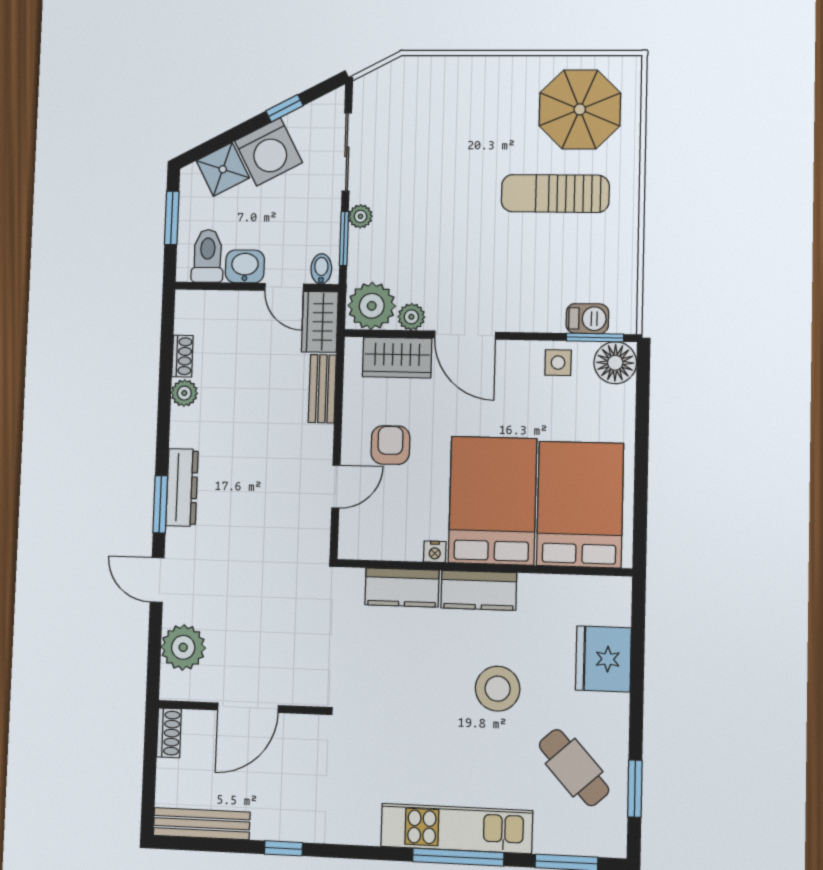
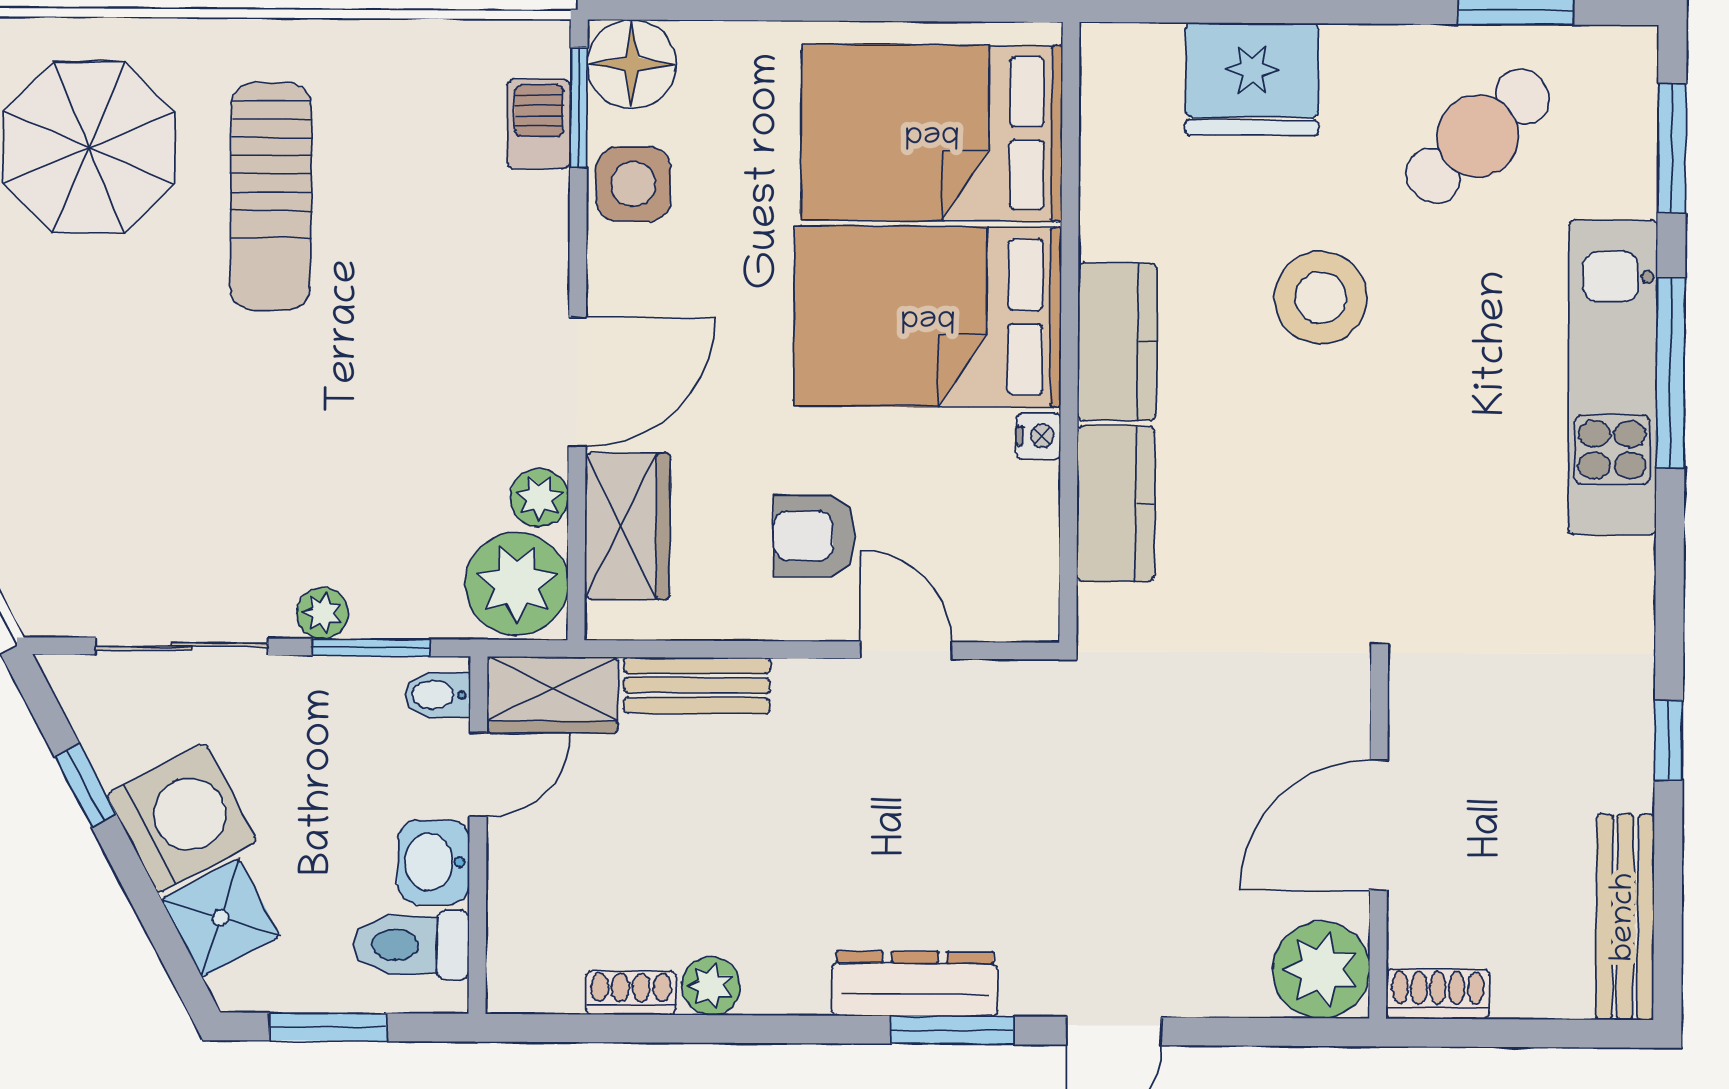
side table: (558, 363) -> (633, 184), width x1.37, depth x1.37
plant: (183, 647) -> (1321, 970), moved
door: (248, 708) -> (1379, 825), swing flipped

